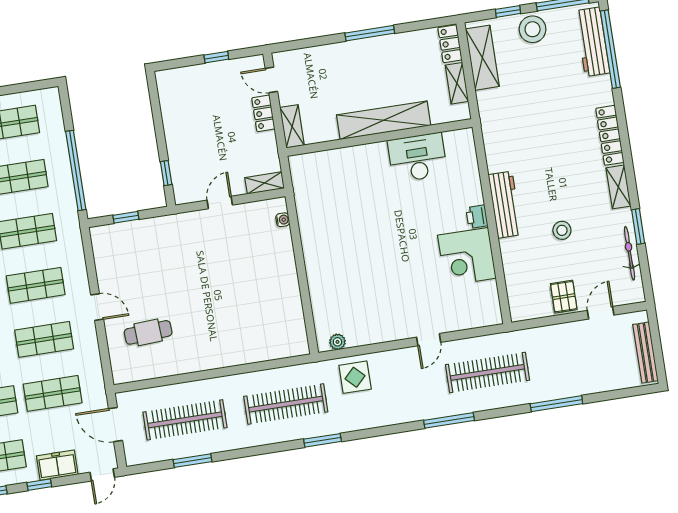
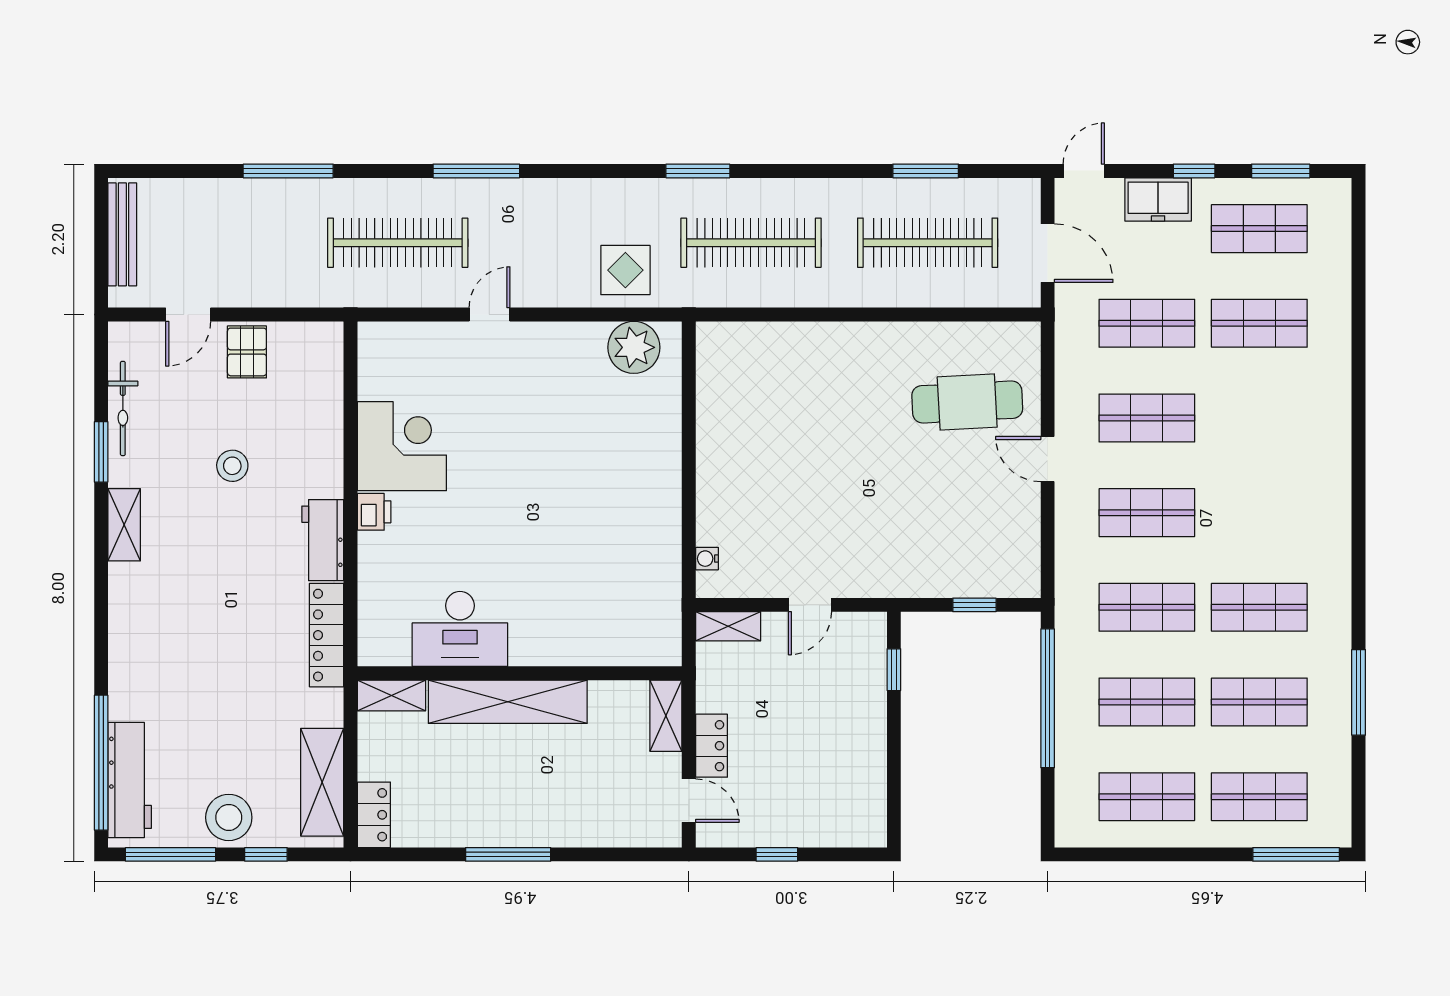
shelving: (457, 83) -> (391, 695), moved, turned 90
locker: (610, 135) -> (327, 635), moved, turned 180
workbench: (505, 205) -> (323, 540), width x0.73
cafe table: (148, 332) -> (967, 402), width x1.37, depth x1.35
plant: (337, 342) -> (634, 347), width x1.87, depth x1.87

